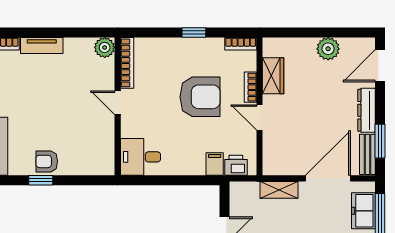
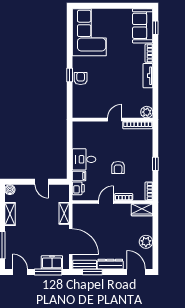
wardrobe: (273, 76) -> (142, 210), moved
armchair: (200, 97) -> (118, 168), width x0.53, depth x0.53
desk: (140, 157) -> (84, 159), moved, turned -90

